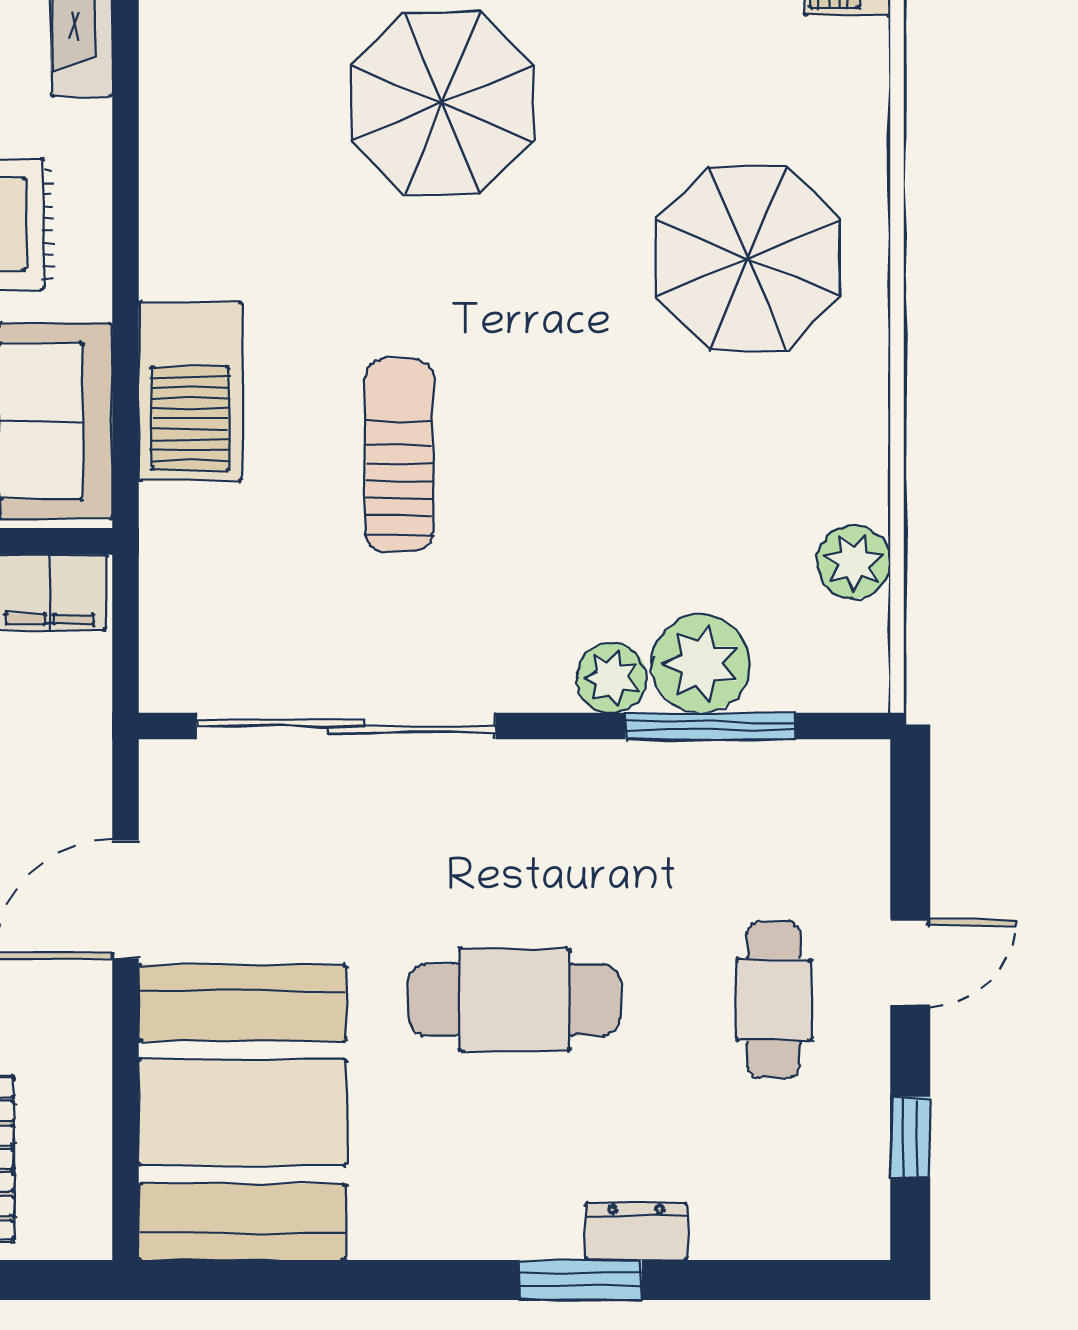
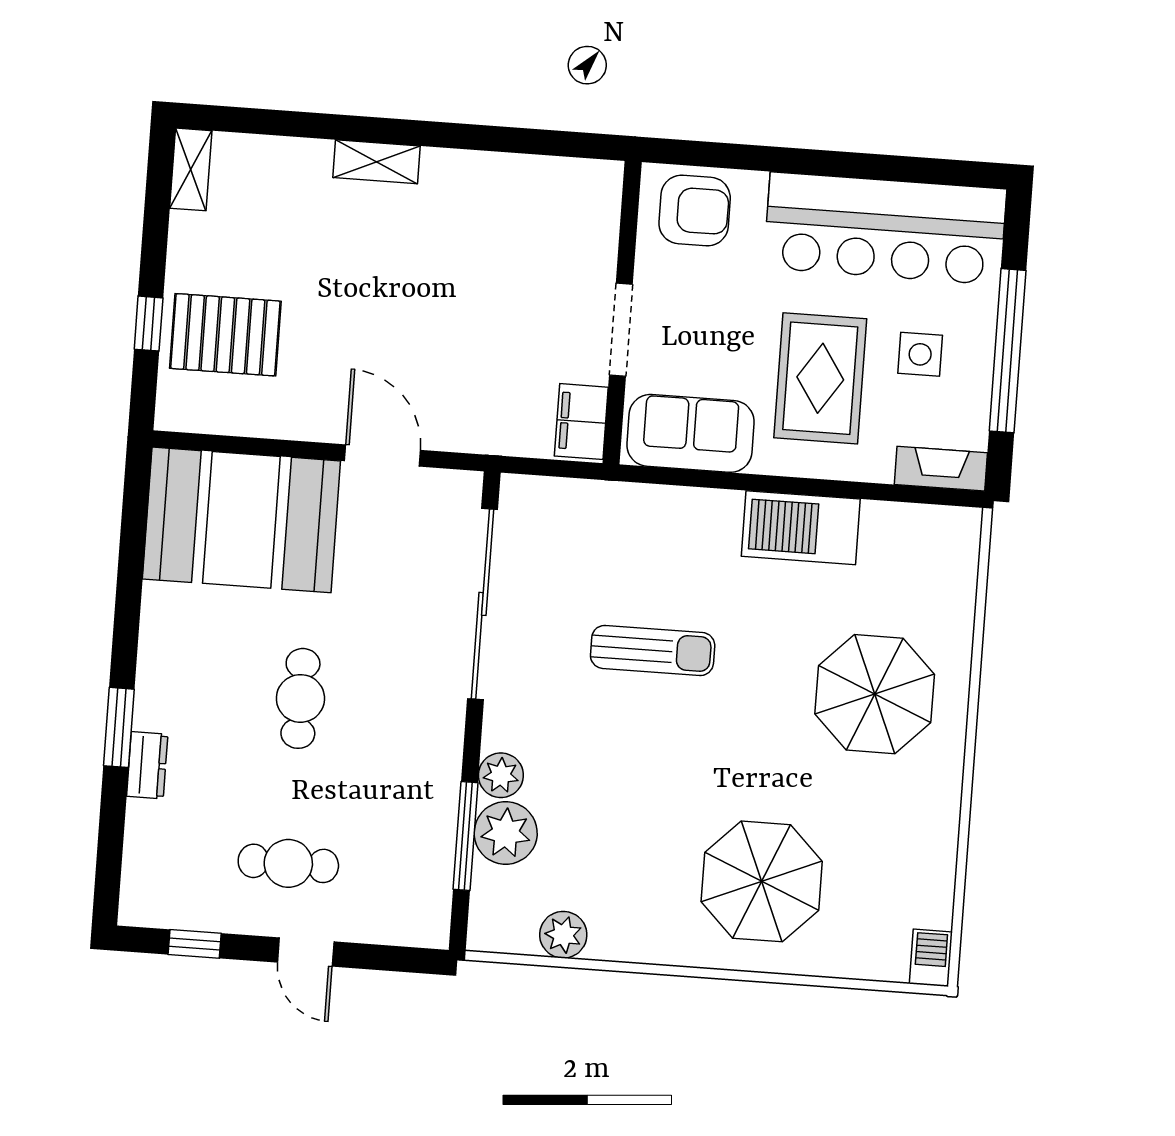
barbecue: (190, 392) -> (801, 528), moved
cafe table: (515, 1000) -> (300, 698), width x0.73, depth x0.74

